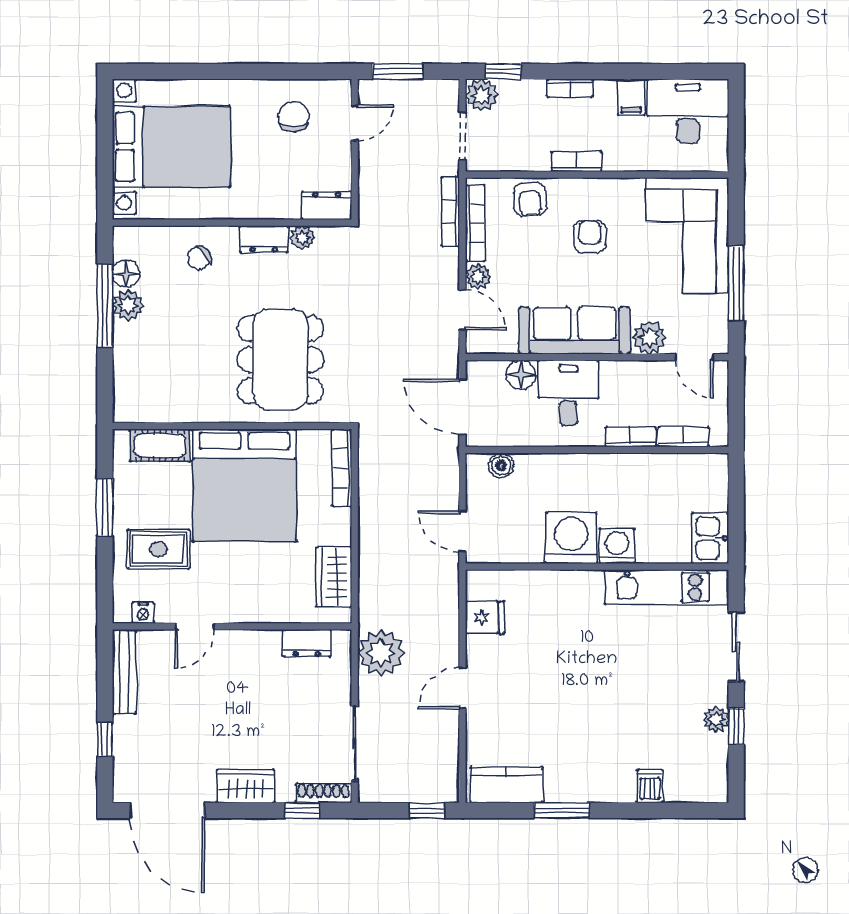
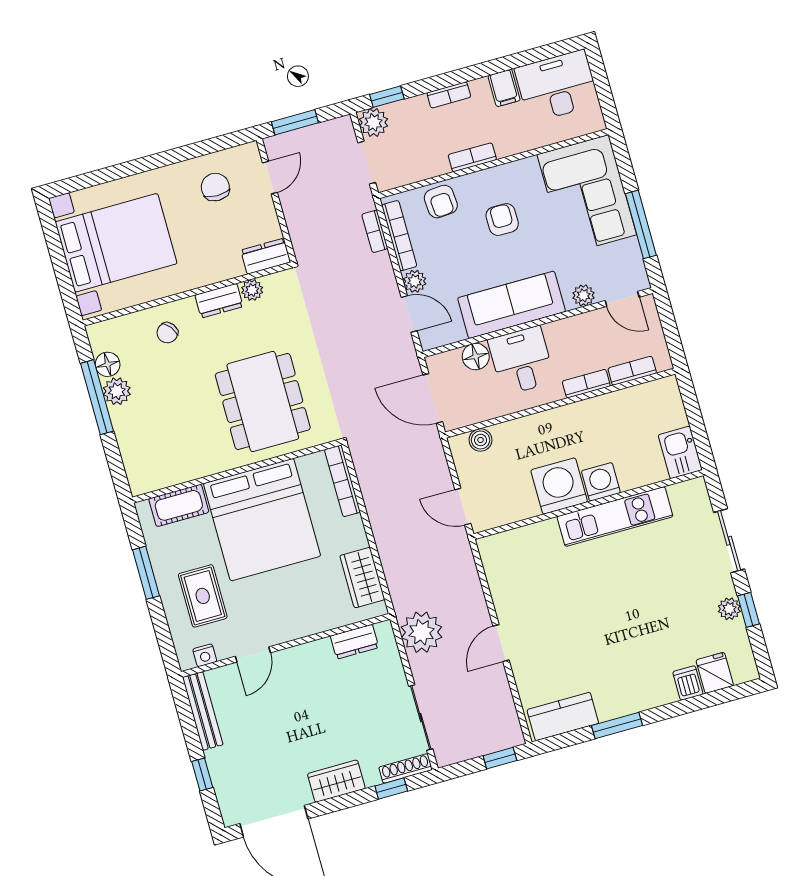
bookcase: (451, 212) -> (375, 231), width x0.64
plant: (649, 337) -> (583, 295), width x0.73, depth x0.73
rug: (158, 549) -> (203, 596), turned 90
kitchen unit: (667, 587) -> (615, 517), moved
fridge: (485, 617) -> (715, 673), moved, turned -90

